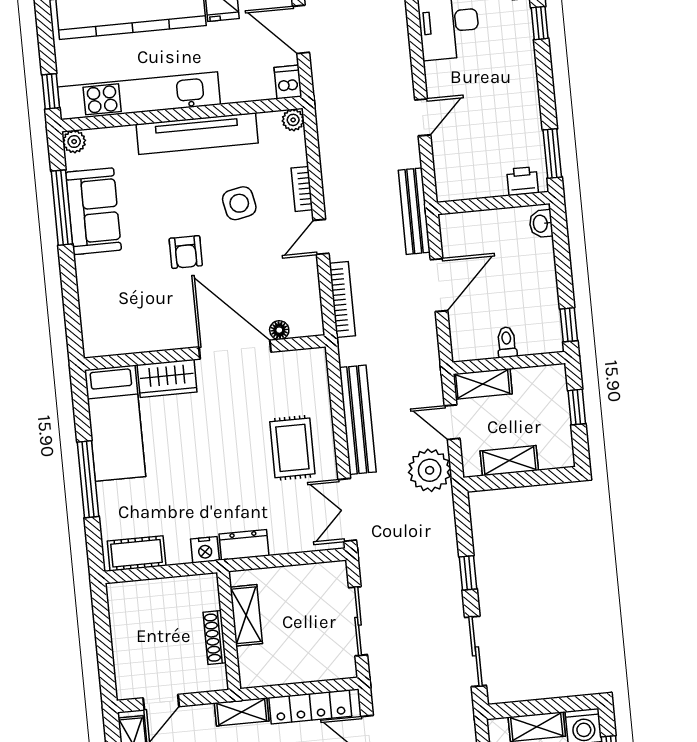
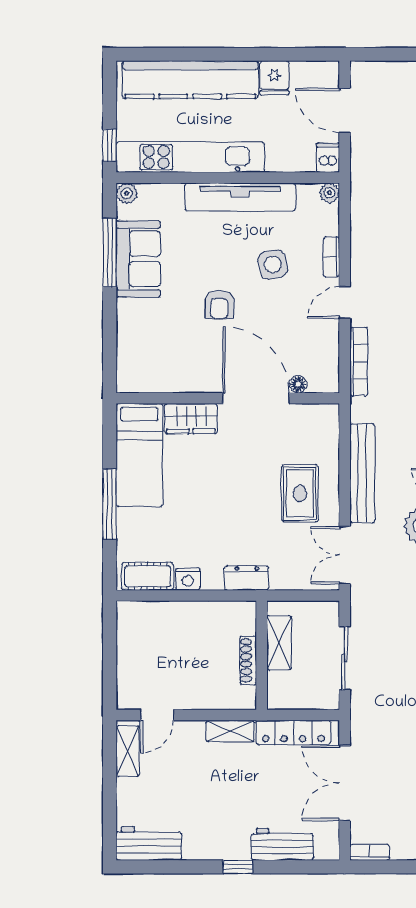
nightstand: (205, 550) -> (188, 579), moved
shelving: (246, 615) -> (279, 643), moved
wall: (229, 631) -> (262, 655), moved
shoe rack: (215, 637) -> (248, 660), moved

